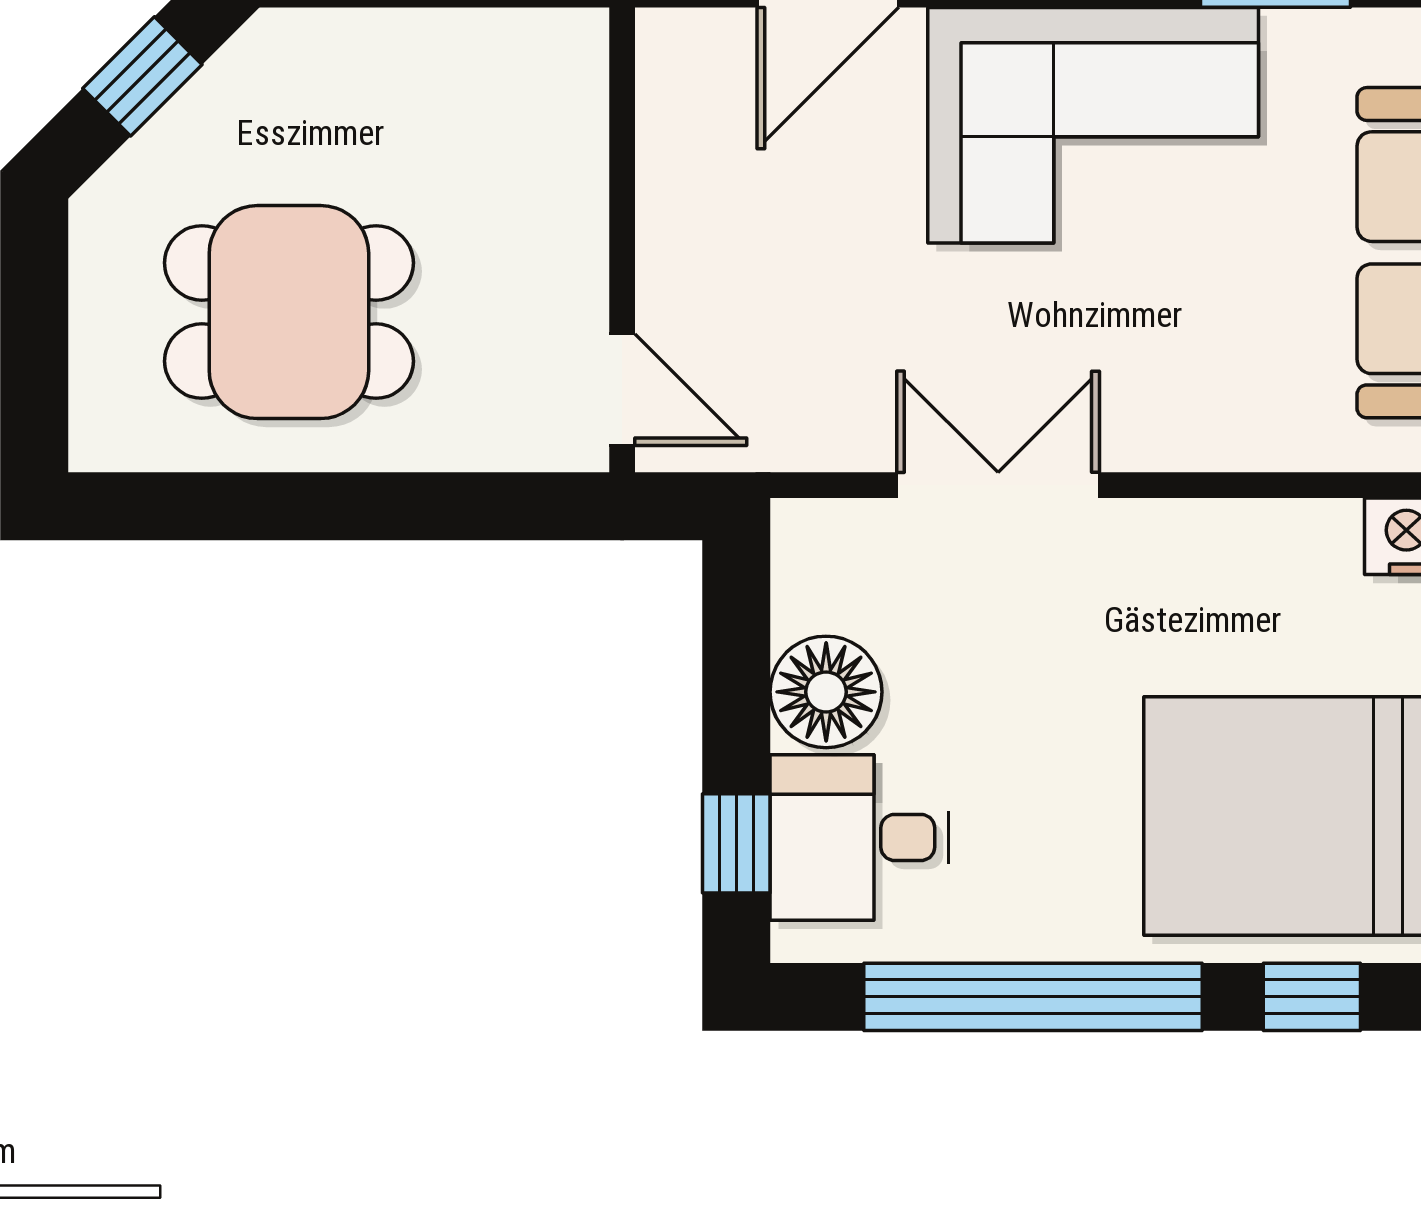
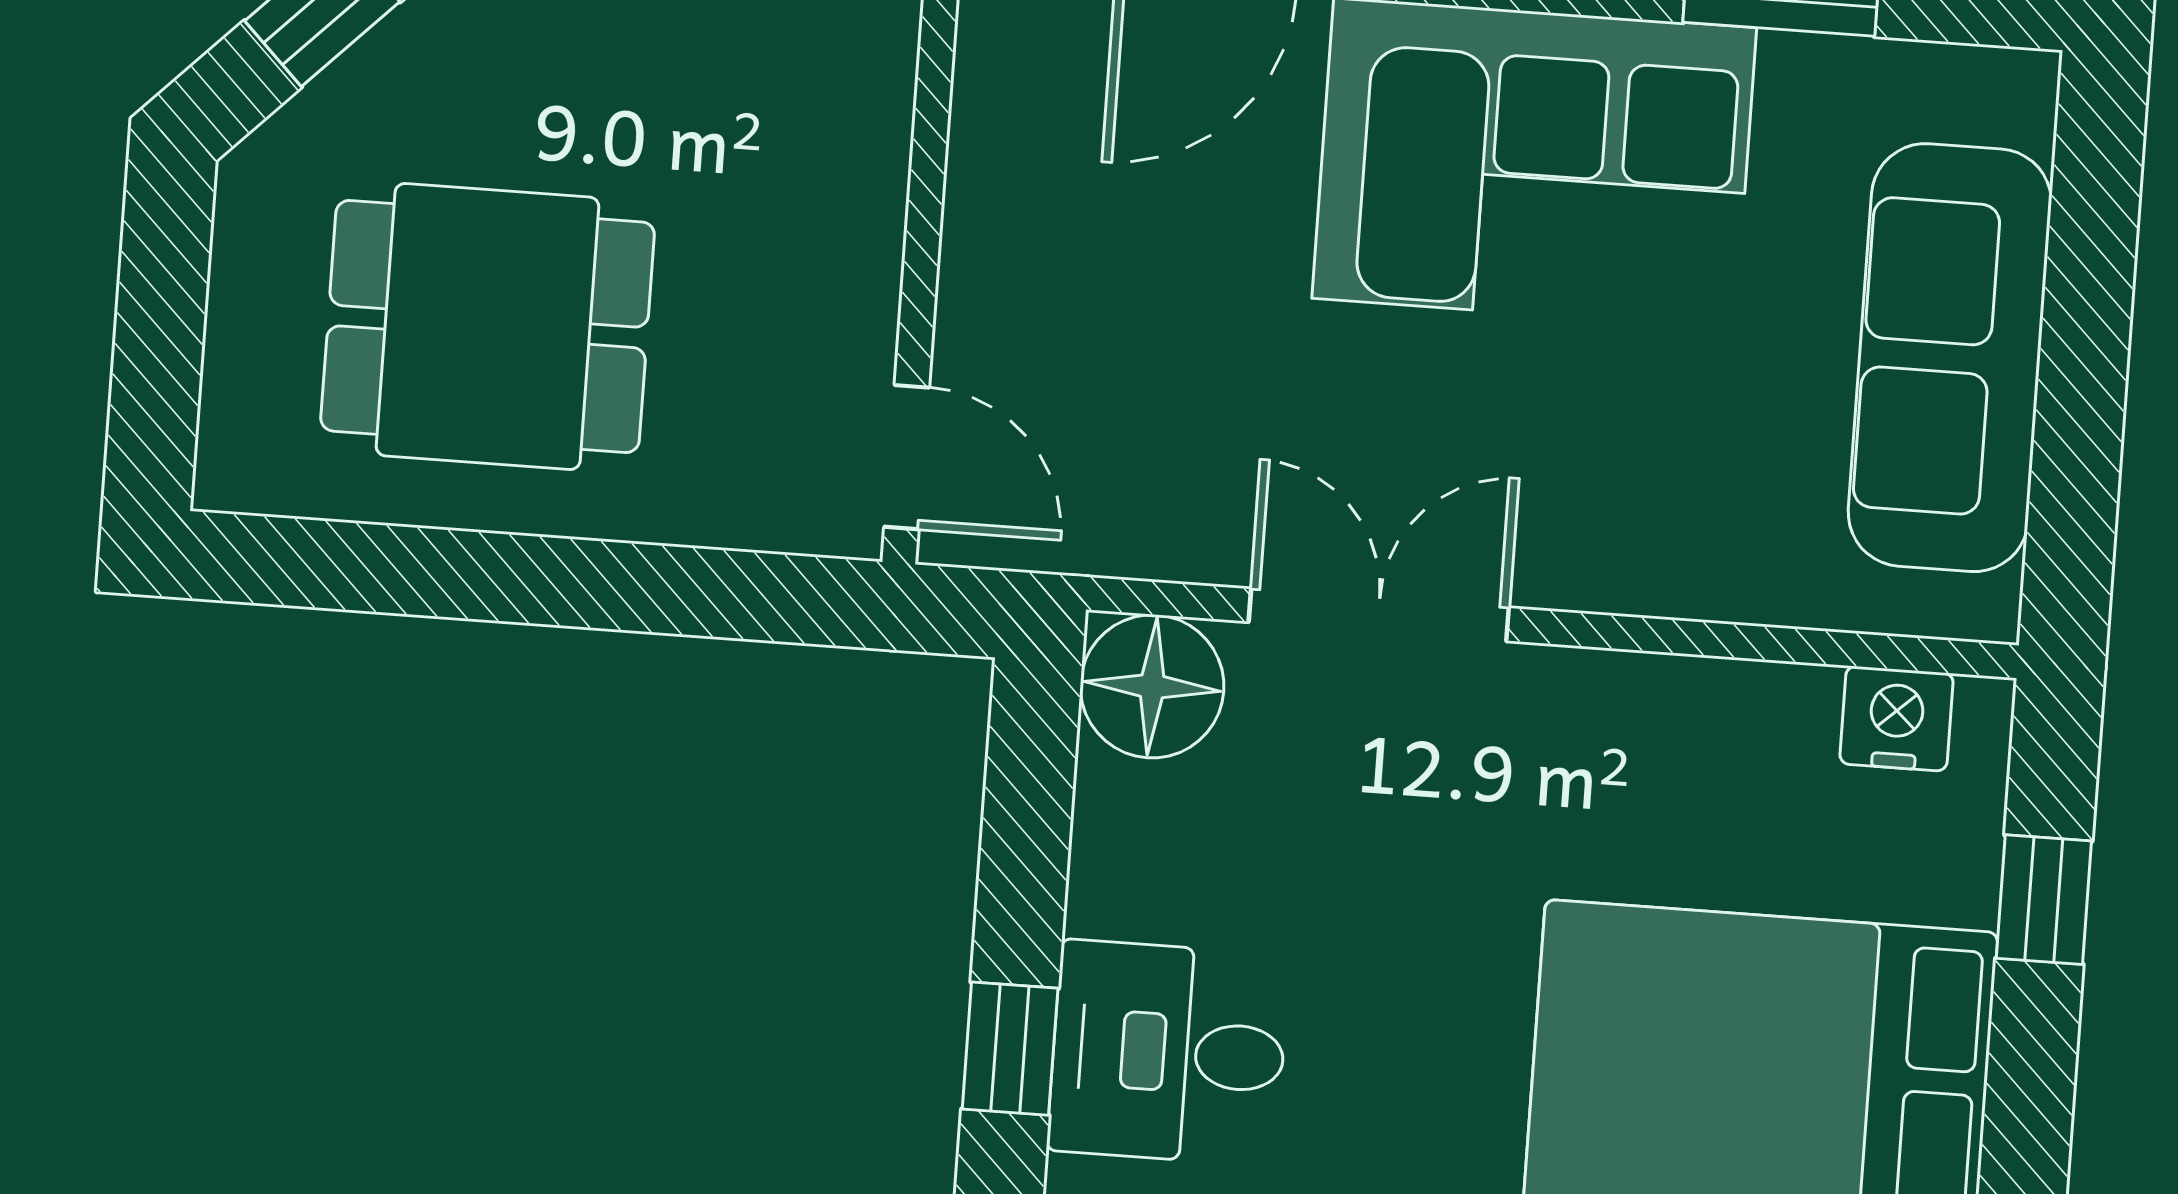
floor lamp: (826, 692) -> (1152, 686), moved

